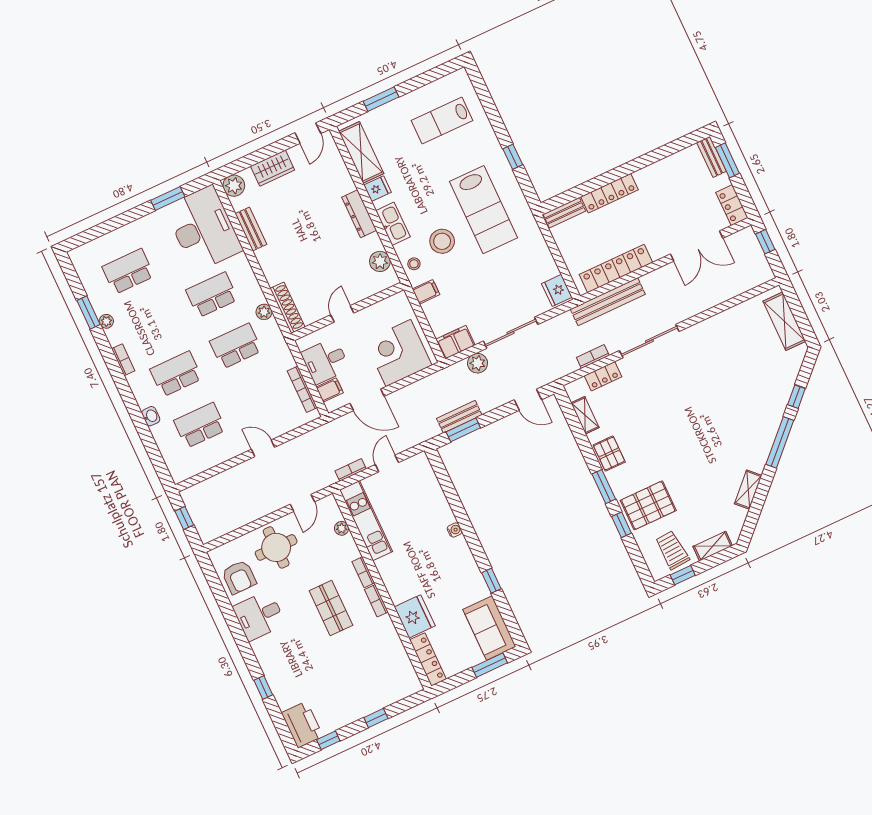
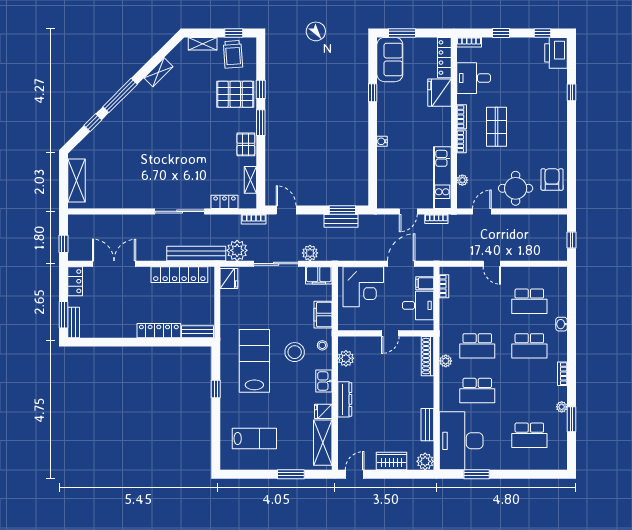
kitchen sink: (393, 224) -> (324, 381), width x0.73
filing cabinet: (426, 292) -> (323, 315), width x2.00
plant: (563, 327) -> (237, 250), added
bookcase: (593, 357) -> (254, 219), moved
bookcase: (302, 389) -> (444, 286), width x0.64
door: (367, 400) -> (401, 264), hinge flipped
desk: (259, 616) -> (474, 78), moved, turned 180
bookcase: (408, 690) -> (469, 42), added

